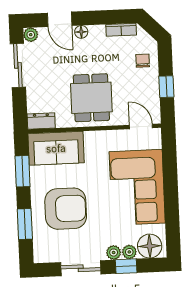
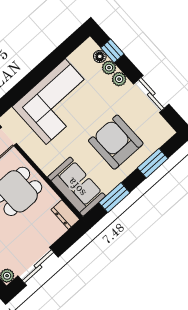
floor lamp: (150, 246) -> (100, 56), width x0.53, depth x0.53
window: (126, 266) -> (112, 51), moved

